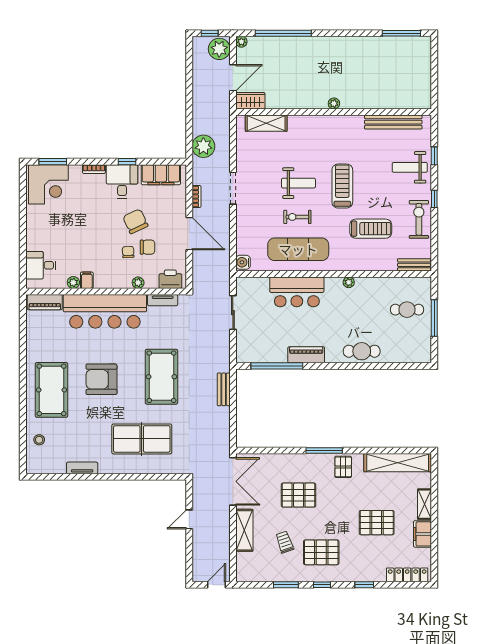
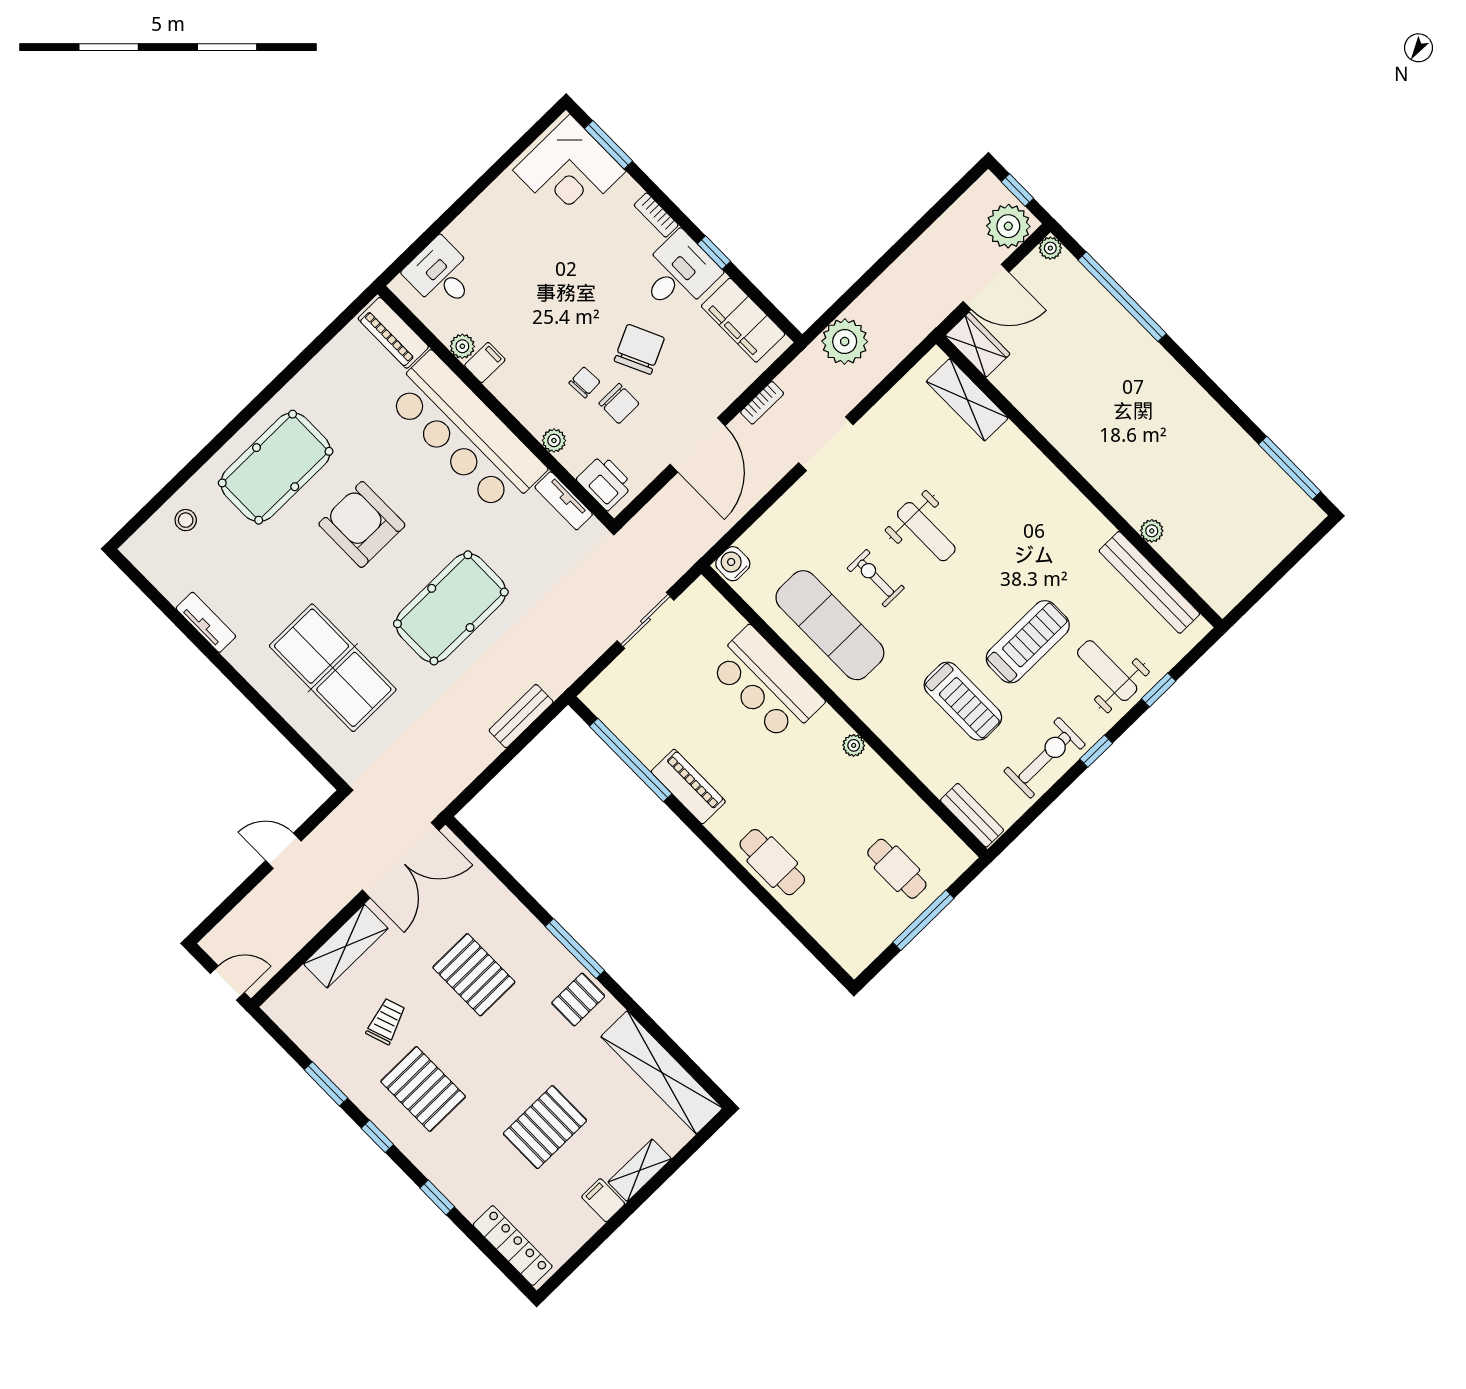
plant: (334, 103) -> (1152, 531), moved
treadmill: (342, 186) -> (1028, 642), moved
pallet: (377, 523) -> (545, 1127), turned 90
filing cabinet: (422, 534) -> (603, 1200), width x0.50

